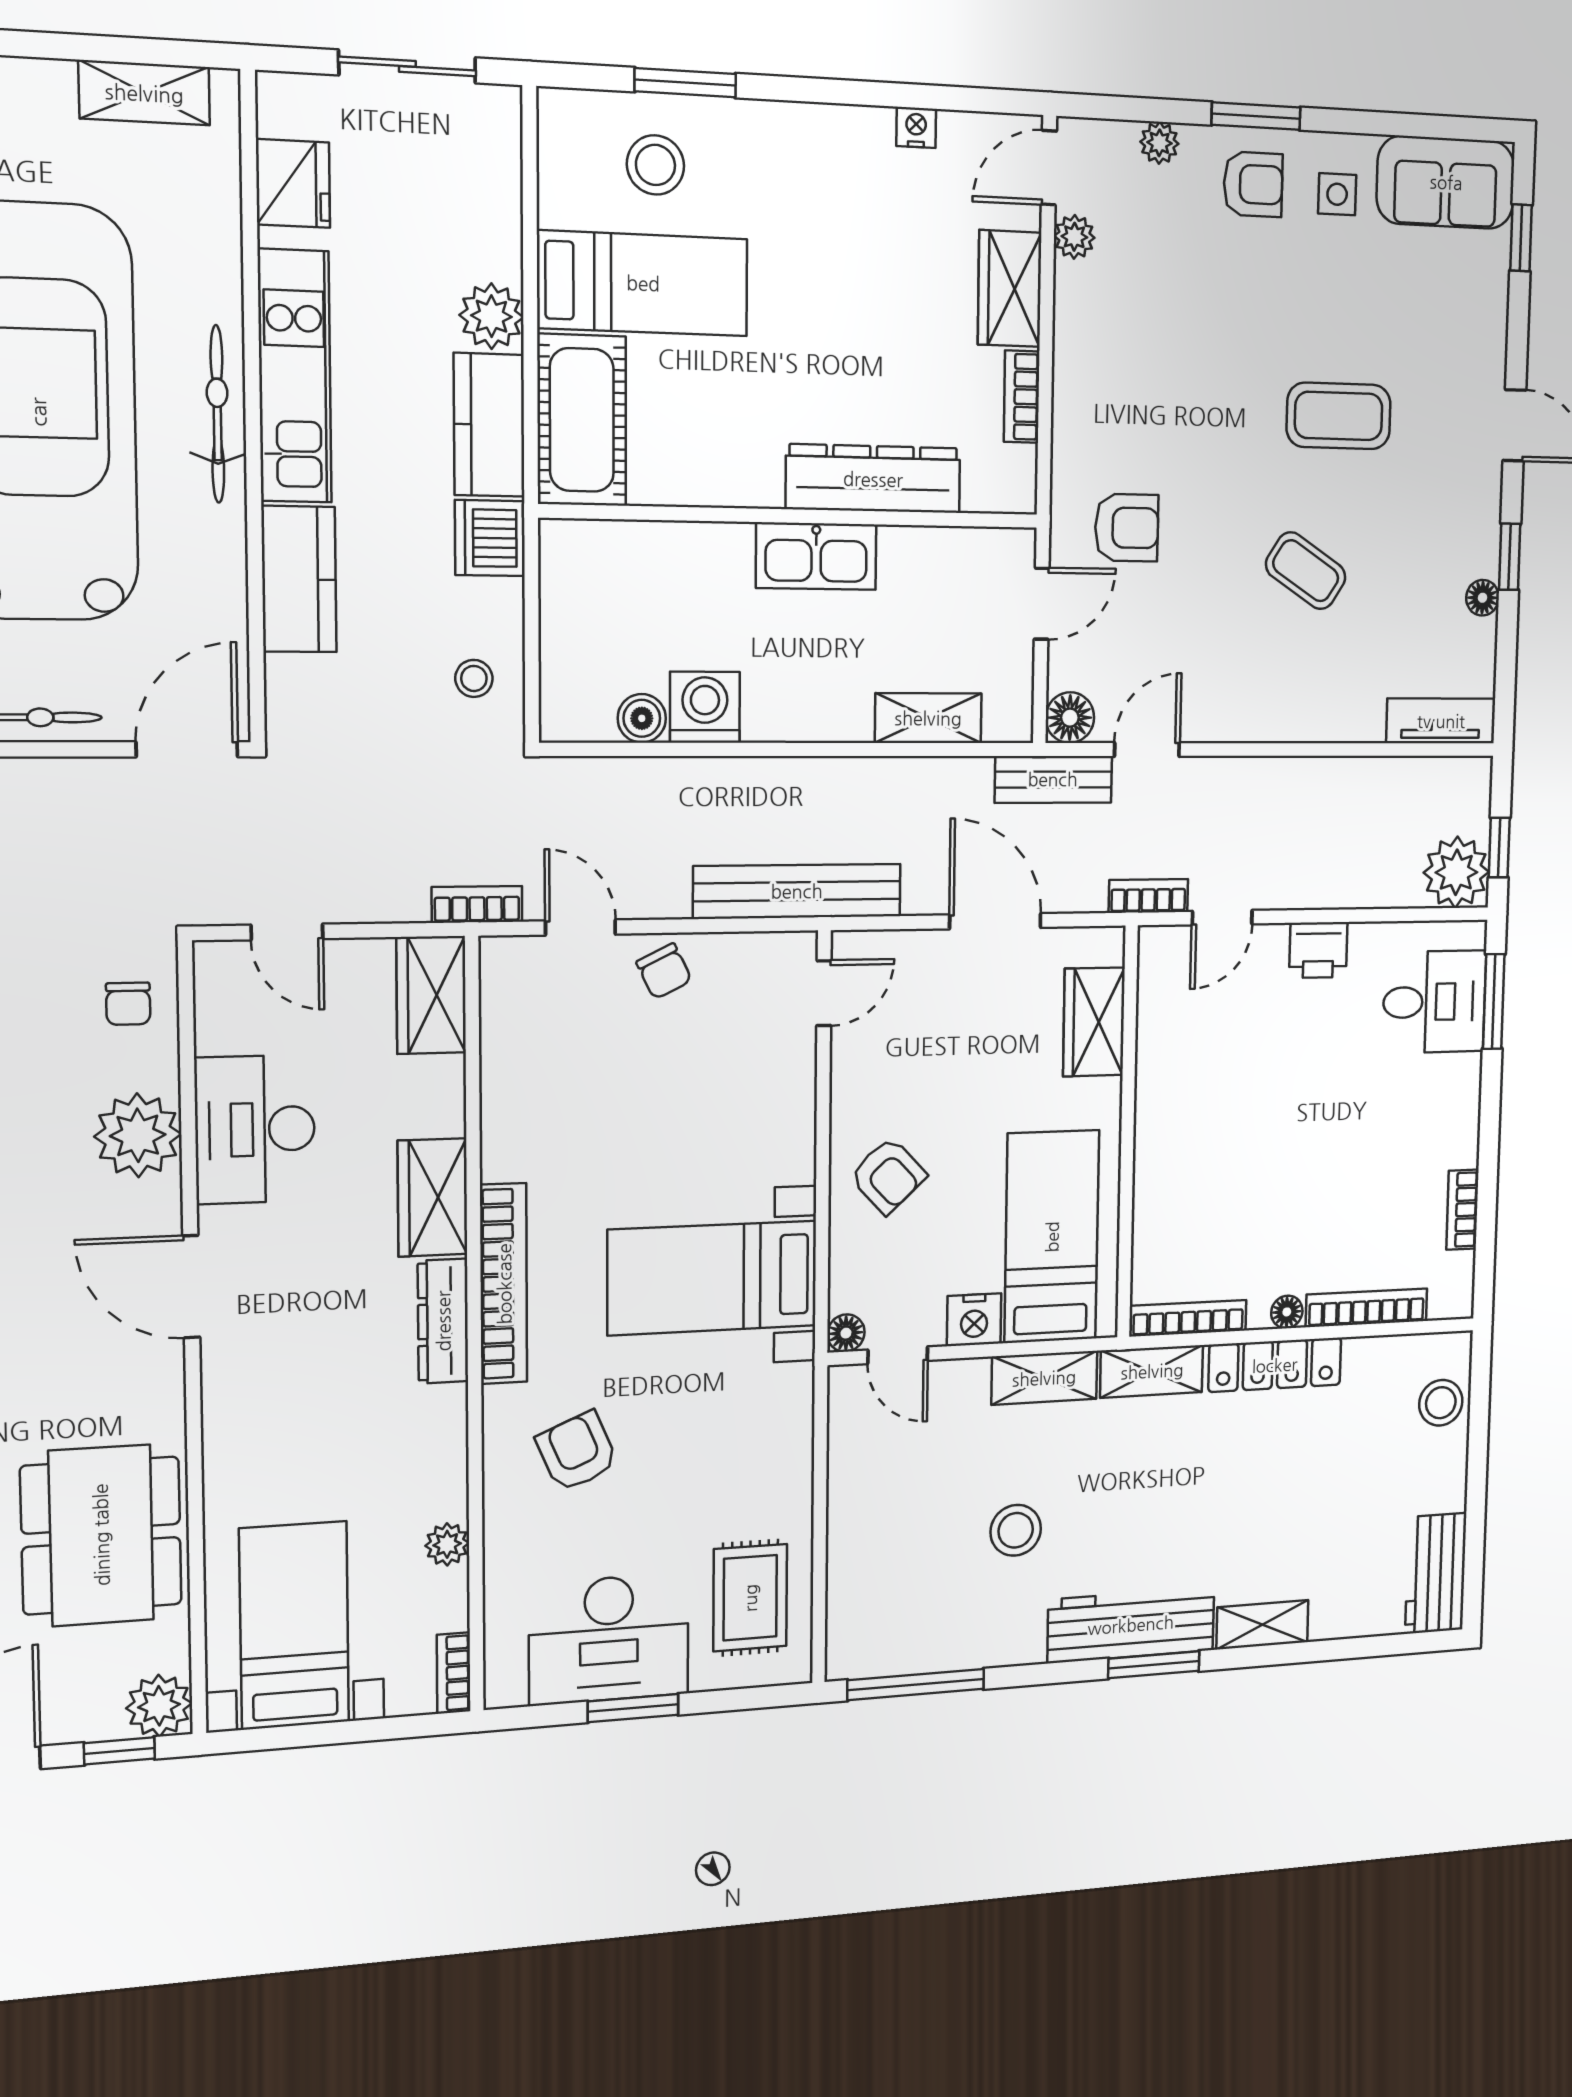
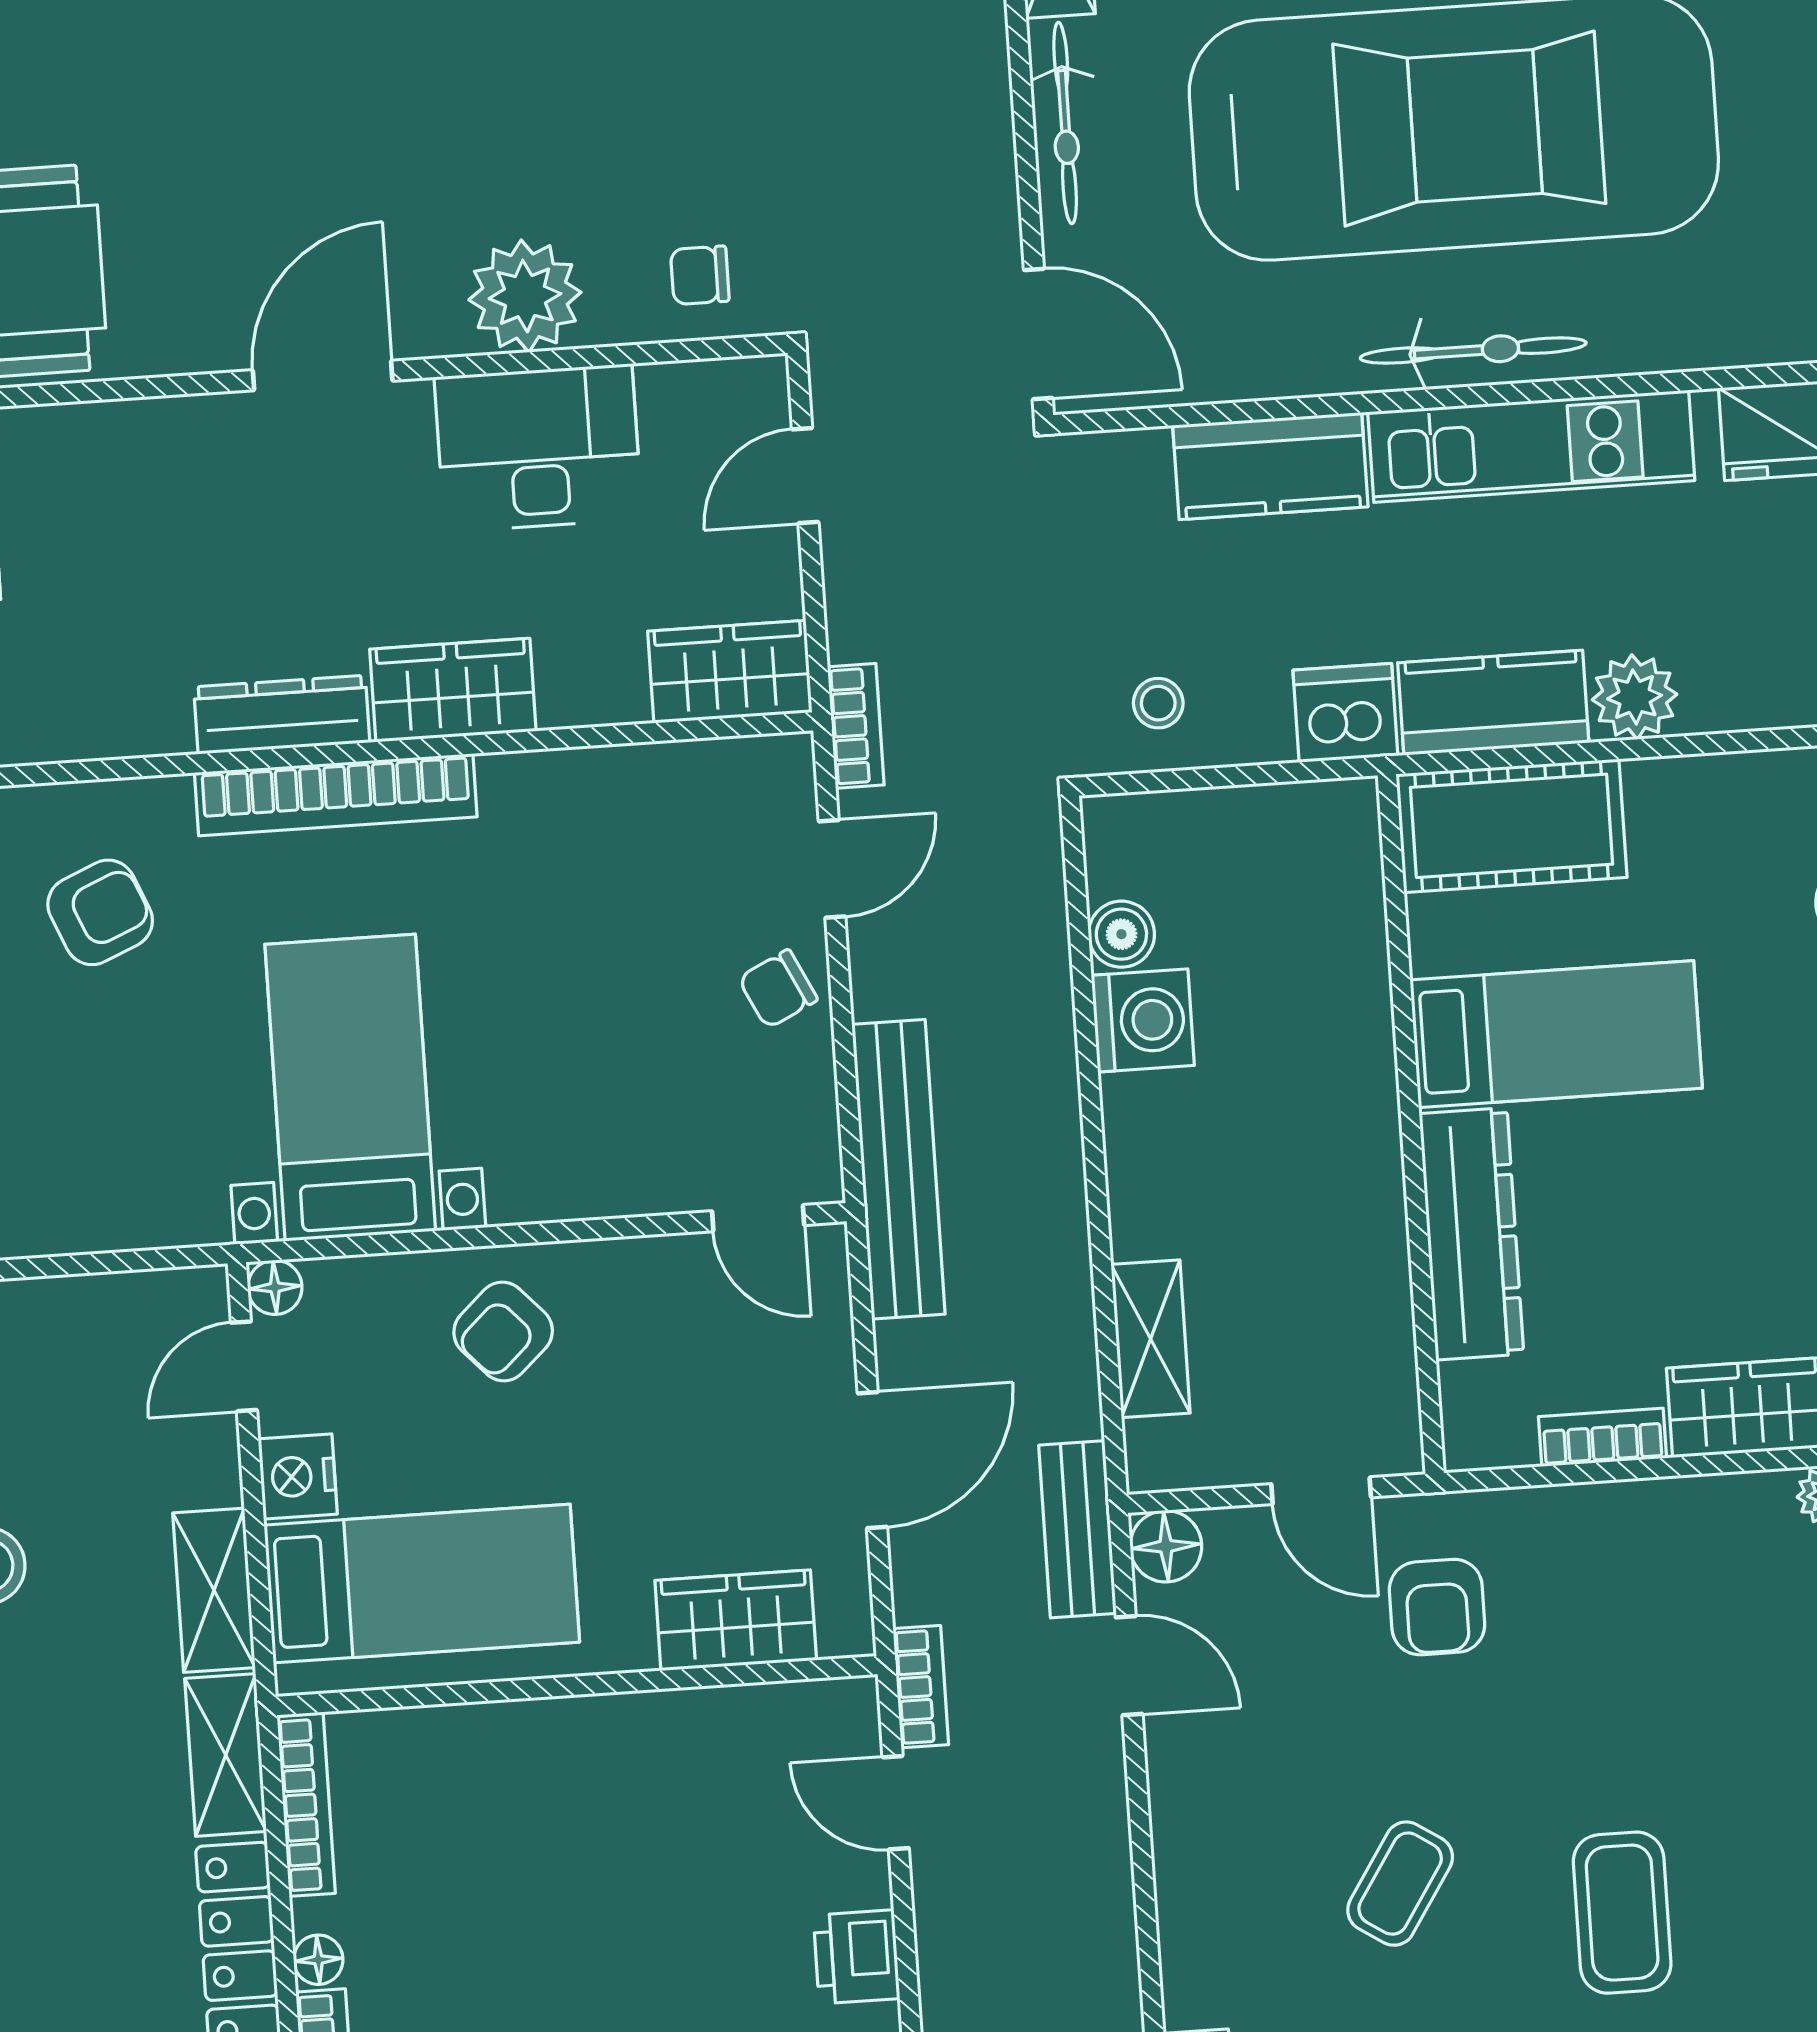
bed: (643, 283) -> (1556, 1034), moved, turned -90
kitchen sink: (816, 556) -> (1359, 1161), removed

